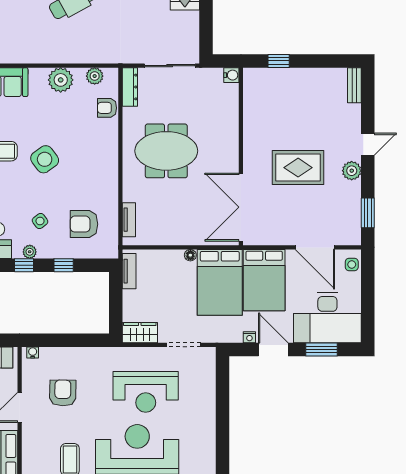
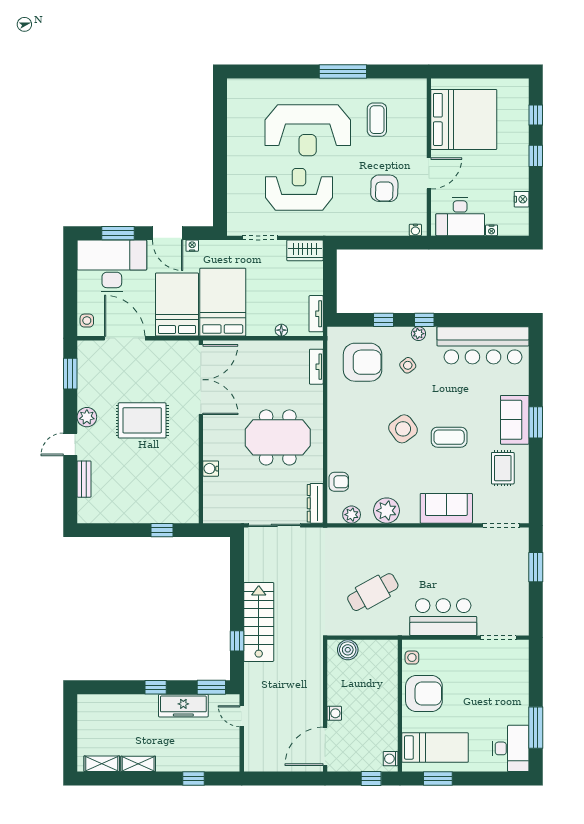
water cooler: (231, 75) -> (211, 469), moved
bench: (354, 85) -> (84, 479), moved
armchair: (84, 224) -> (363, 362), width x1.36, depth x1.36
floor lamp: (190, 255) -> (281, 330), moved

